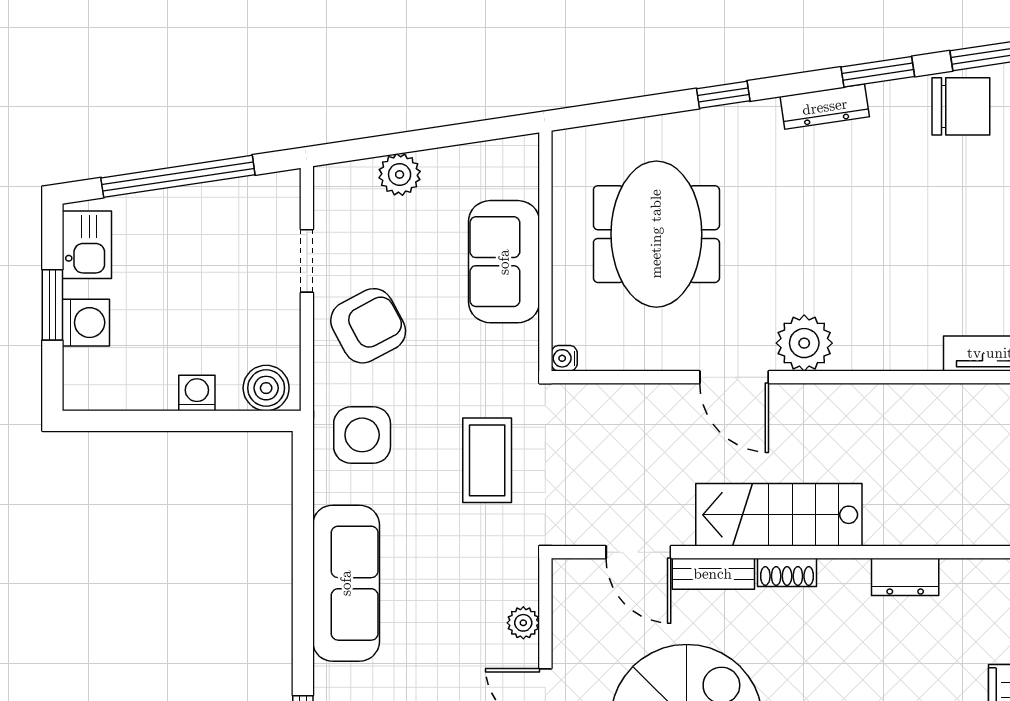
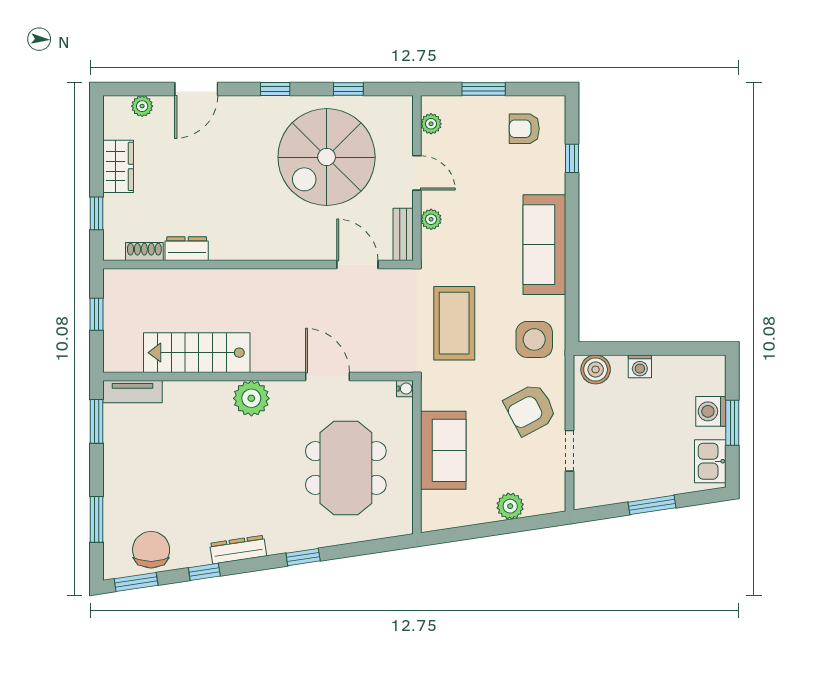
window: (878, 72) -> (204, 572), width x0.67
chair: (961, 106) -> (151, 550), turned 90
window: (178, 176) -> (652, 505), width x0.47
door: (734, 377) -> (327, 376), moved
coffee table: (487, 460) -> (454, 323), width x1.36, depth x1.32
stairs: (779, 515) -> (197, 353), moved, turned 180
shoe rack: (787, 572) -> (144, 252), moved
bench: (713, 574) -> (403, 234), moved, turned 90

